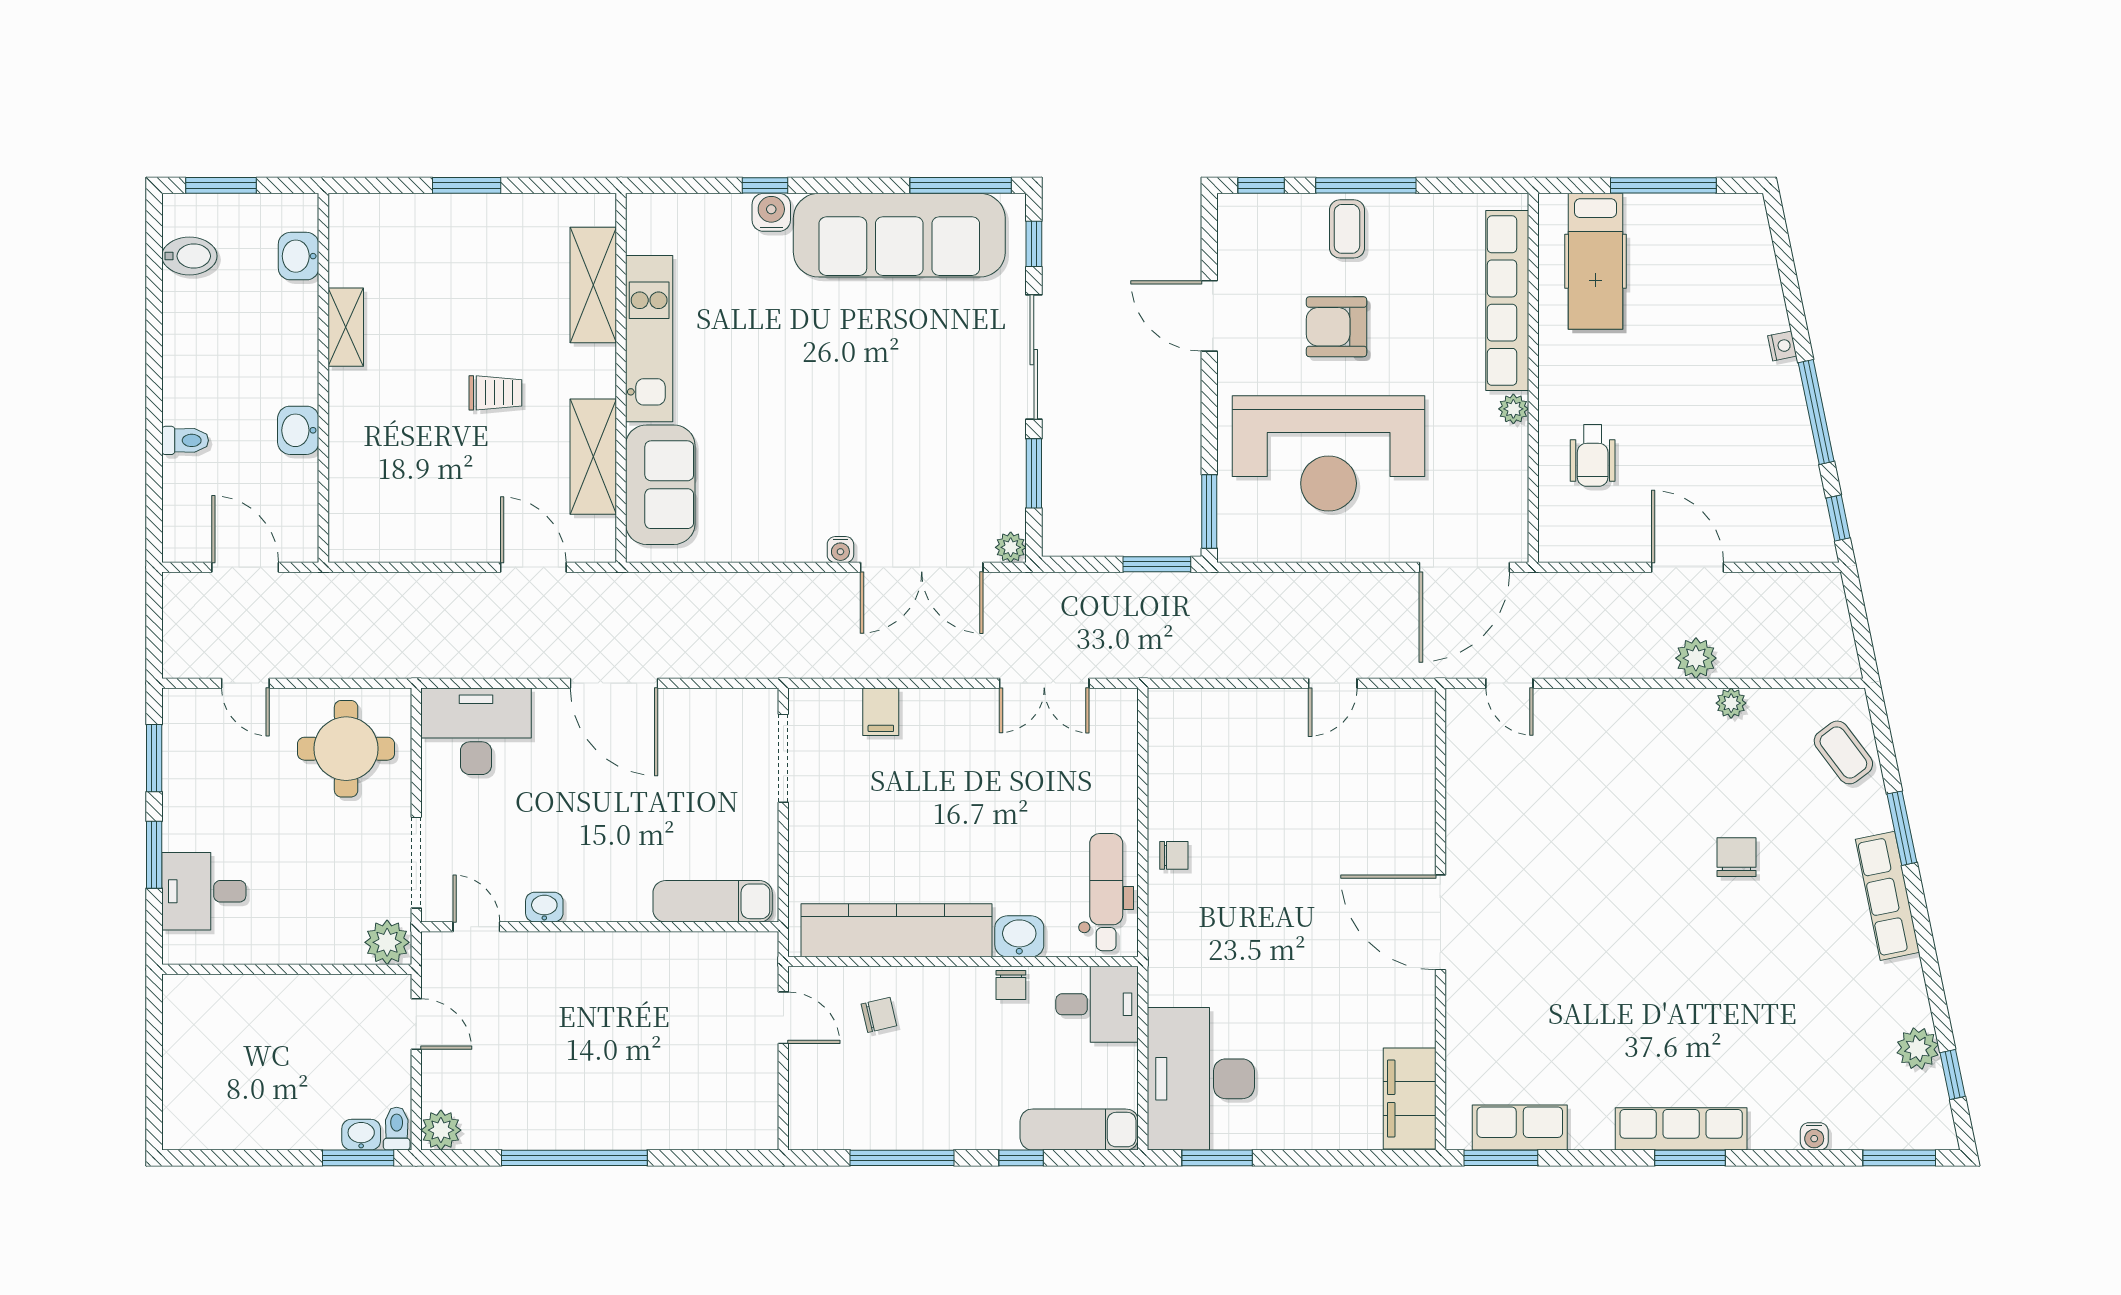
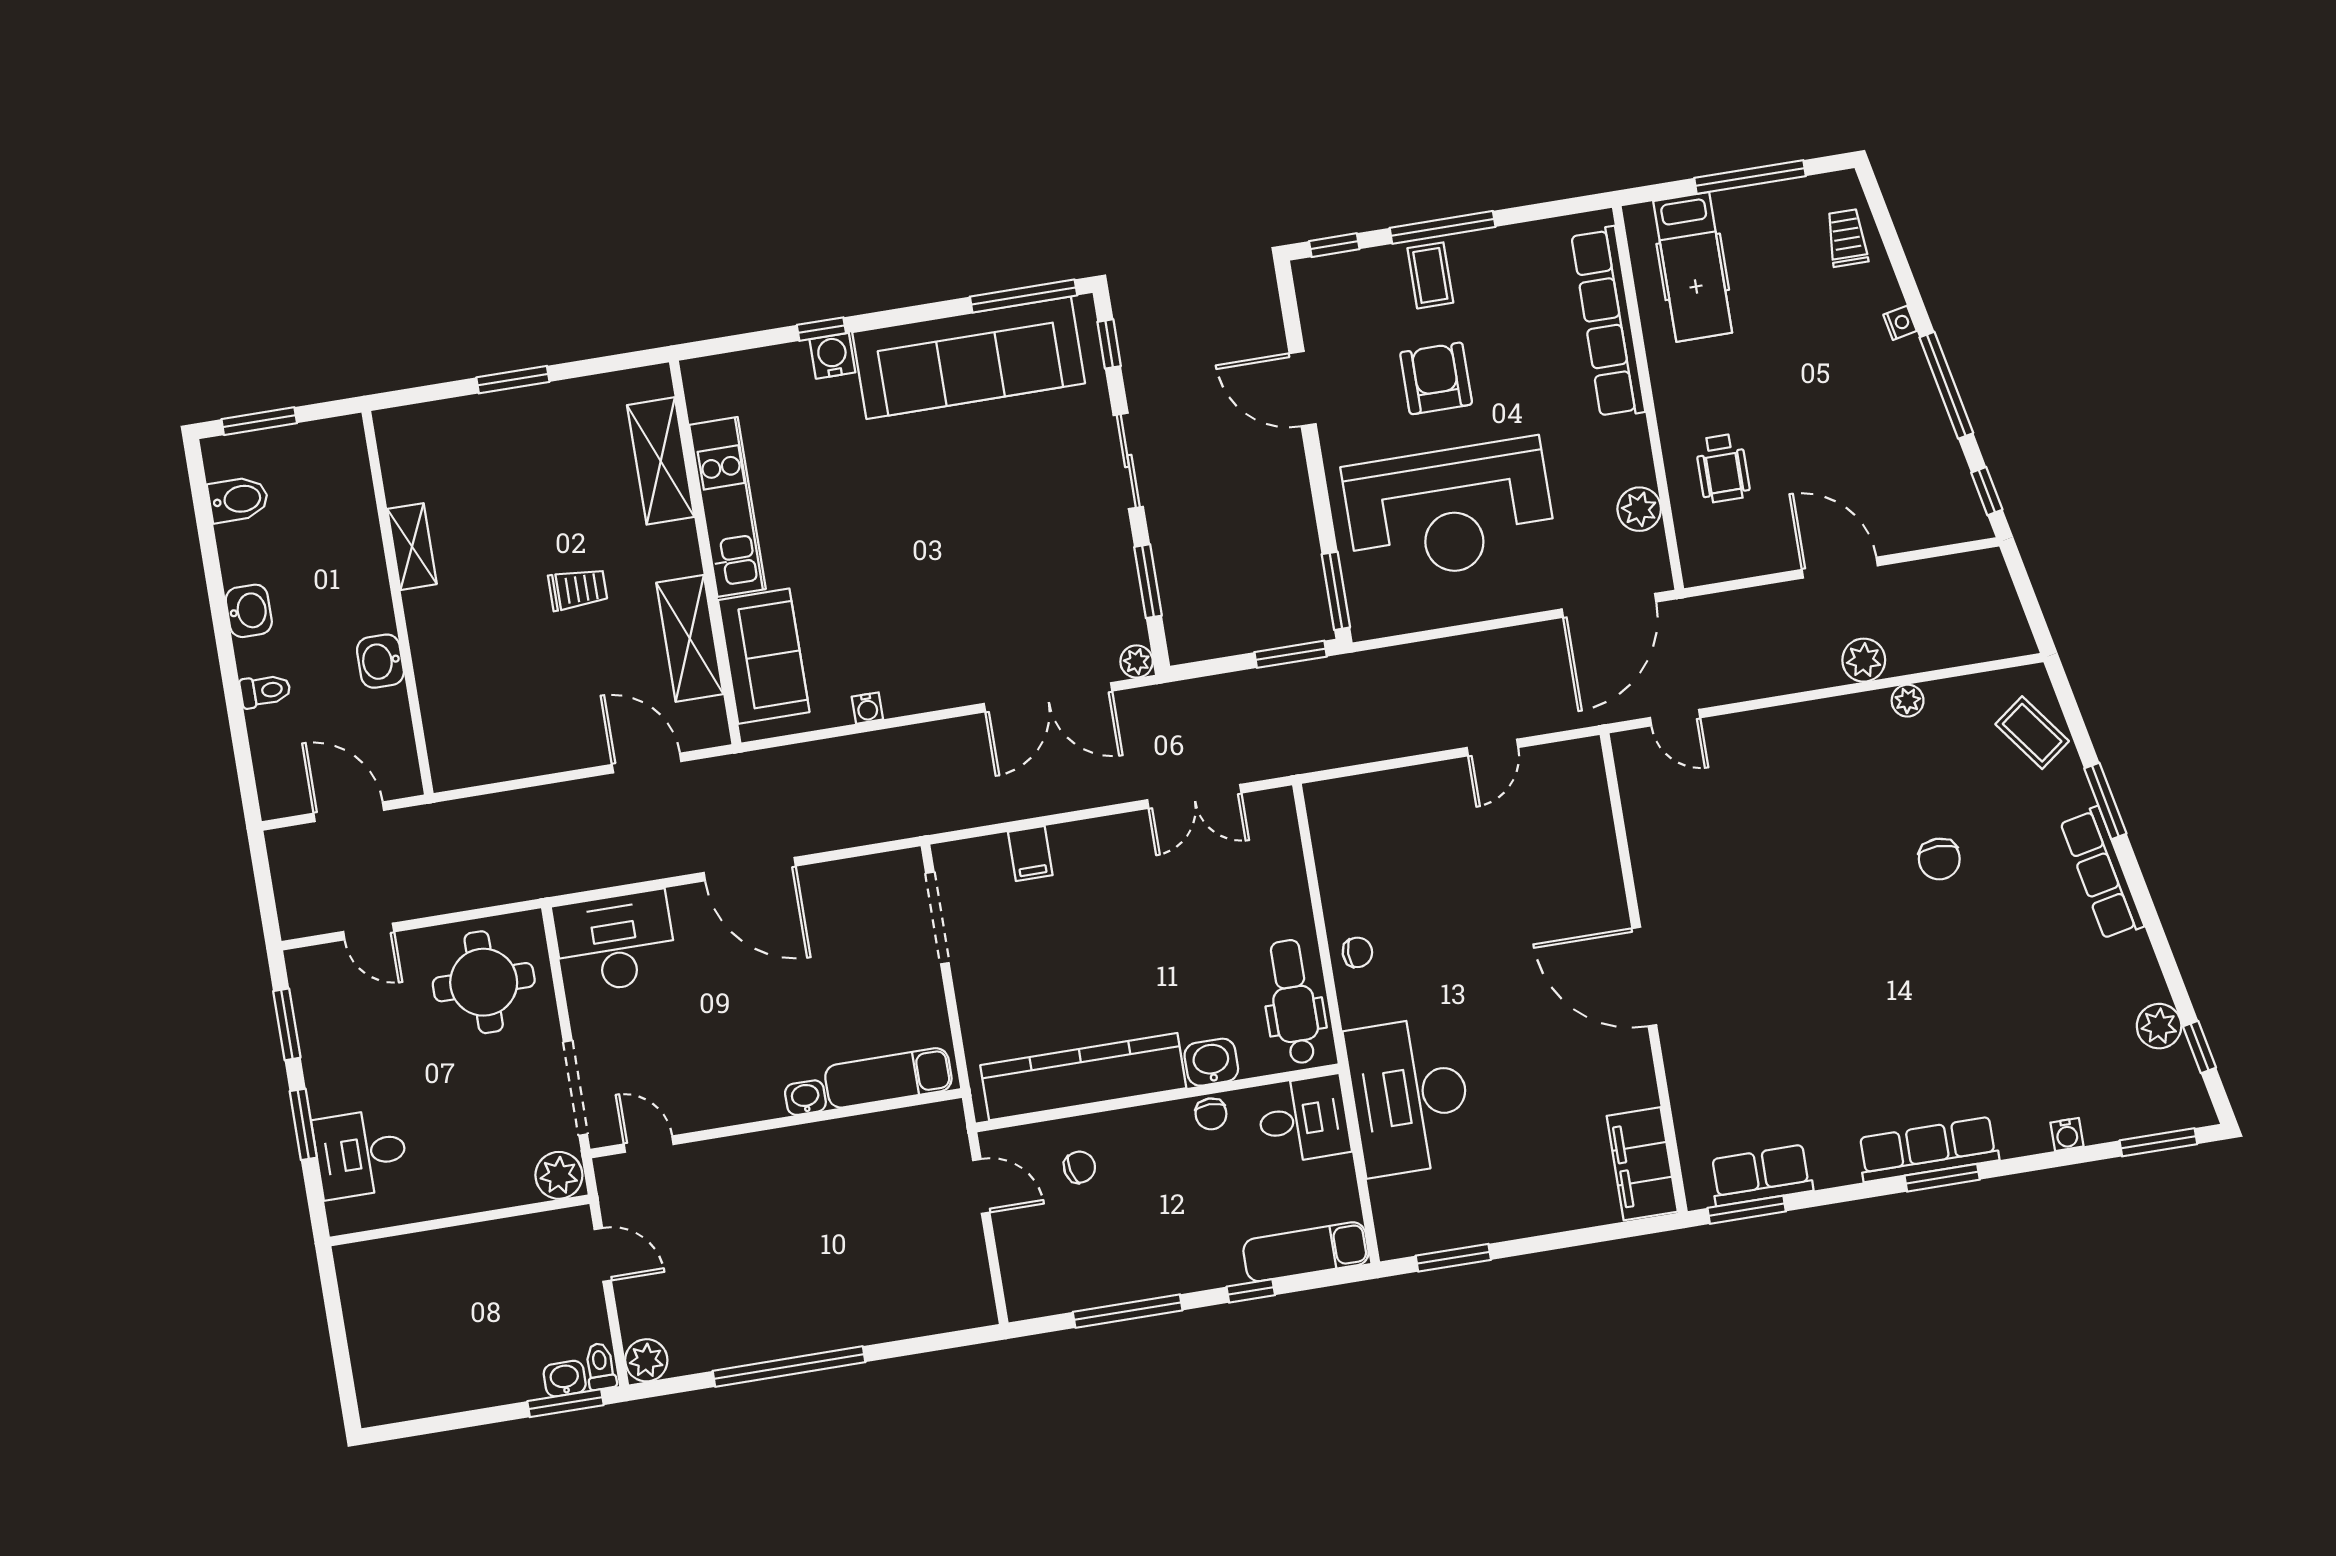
washbasin: (299, 256) -> (249, 611), moved, turned 180
trolley: (1745, 258) -> (1847, 238), added
armchair: (1337, 327) -> (1436, 378), turned 90
sliding door: (1034, 357) -> (1128, 461), width x0.73
plant: (1513, 409) -> (1639, 509), moved, width x1.38, depth x1.38
water cooler: (840, 550) -> (867, 708), moved
chair: (1737, 857) -> (1939, 859), turned 180
washbasin: (544, 907) -> (805, 1098), moved
desk: (1201, 1079) -> (1410, 1096), moved

